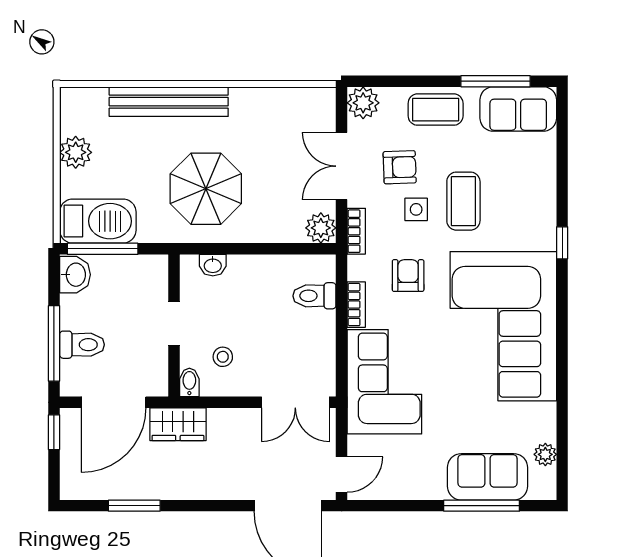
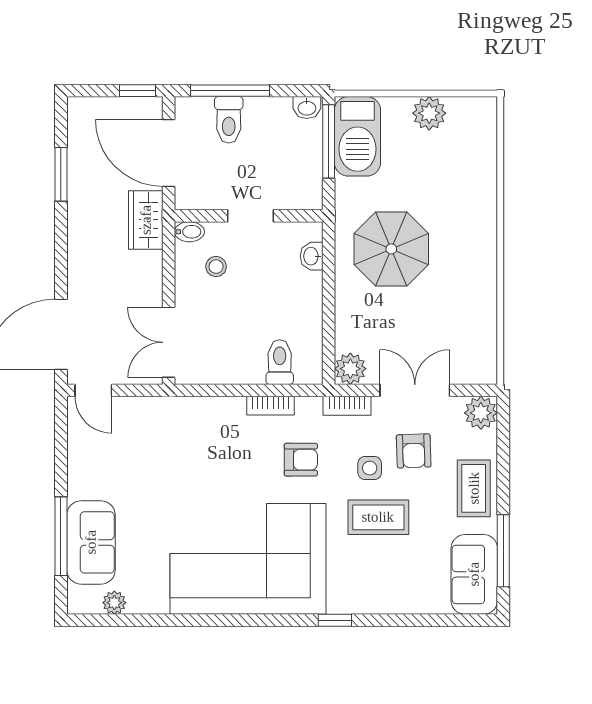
bench: (169, 102) -> (482, 210), removed
washbasin: (75, 275) -> (307, 108), width x0.72, depth x0.69
corner sofa: (384, 382) -> (190, 435), removed

